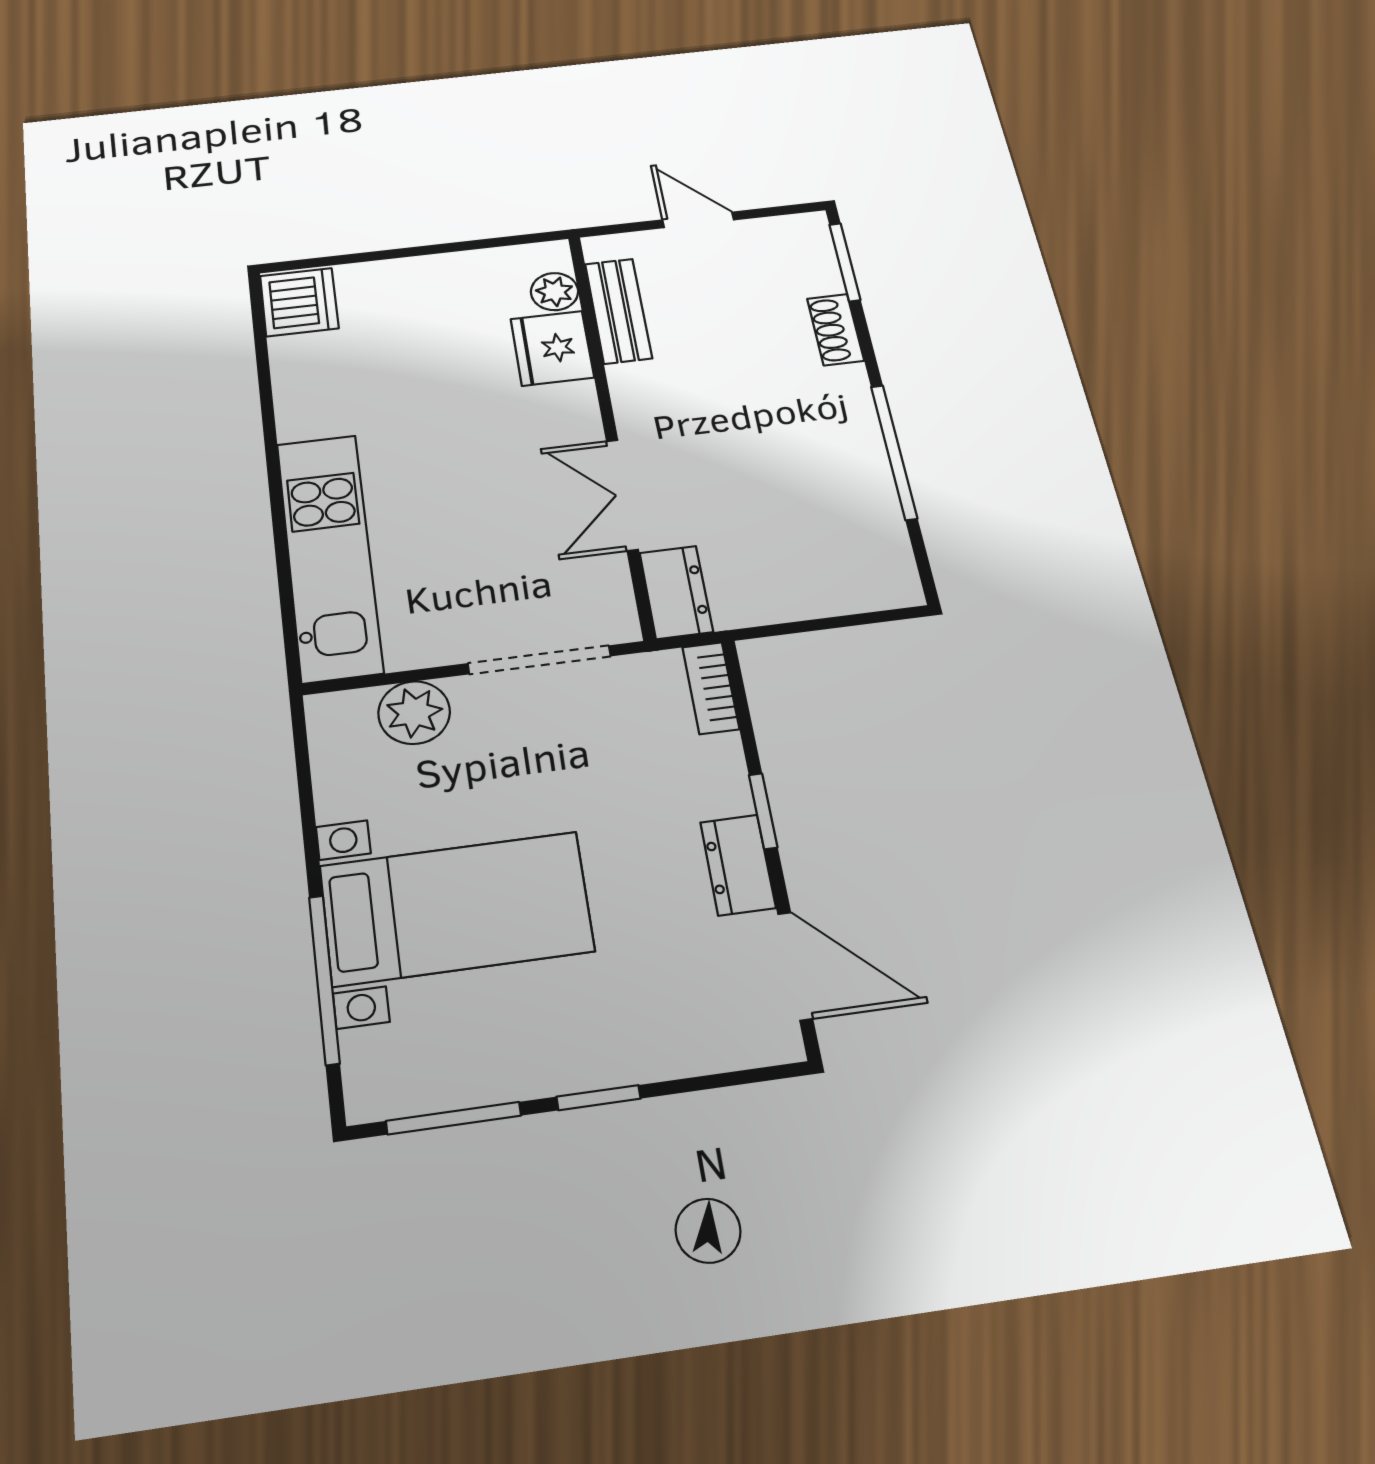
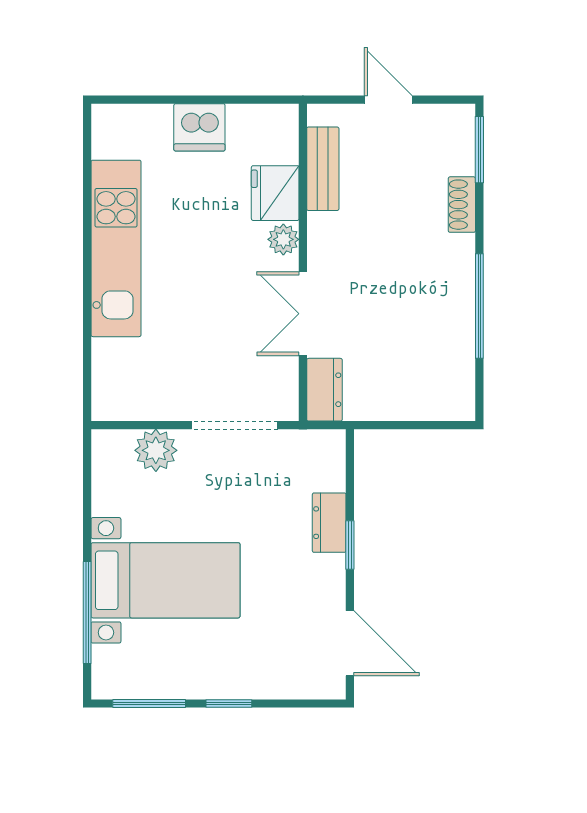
plant: (554, 292) -> (283, 239), moved
dishwasher: (299, 302) -> (199, 127), moved, turned 90
kitchen unit: (329, 556) -> (116, 248), moved
bookcase: (711, 688) -> (334, 459), removed
dresser: (738, 865) -> (329, 523), moved

